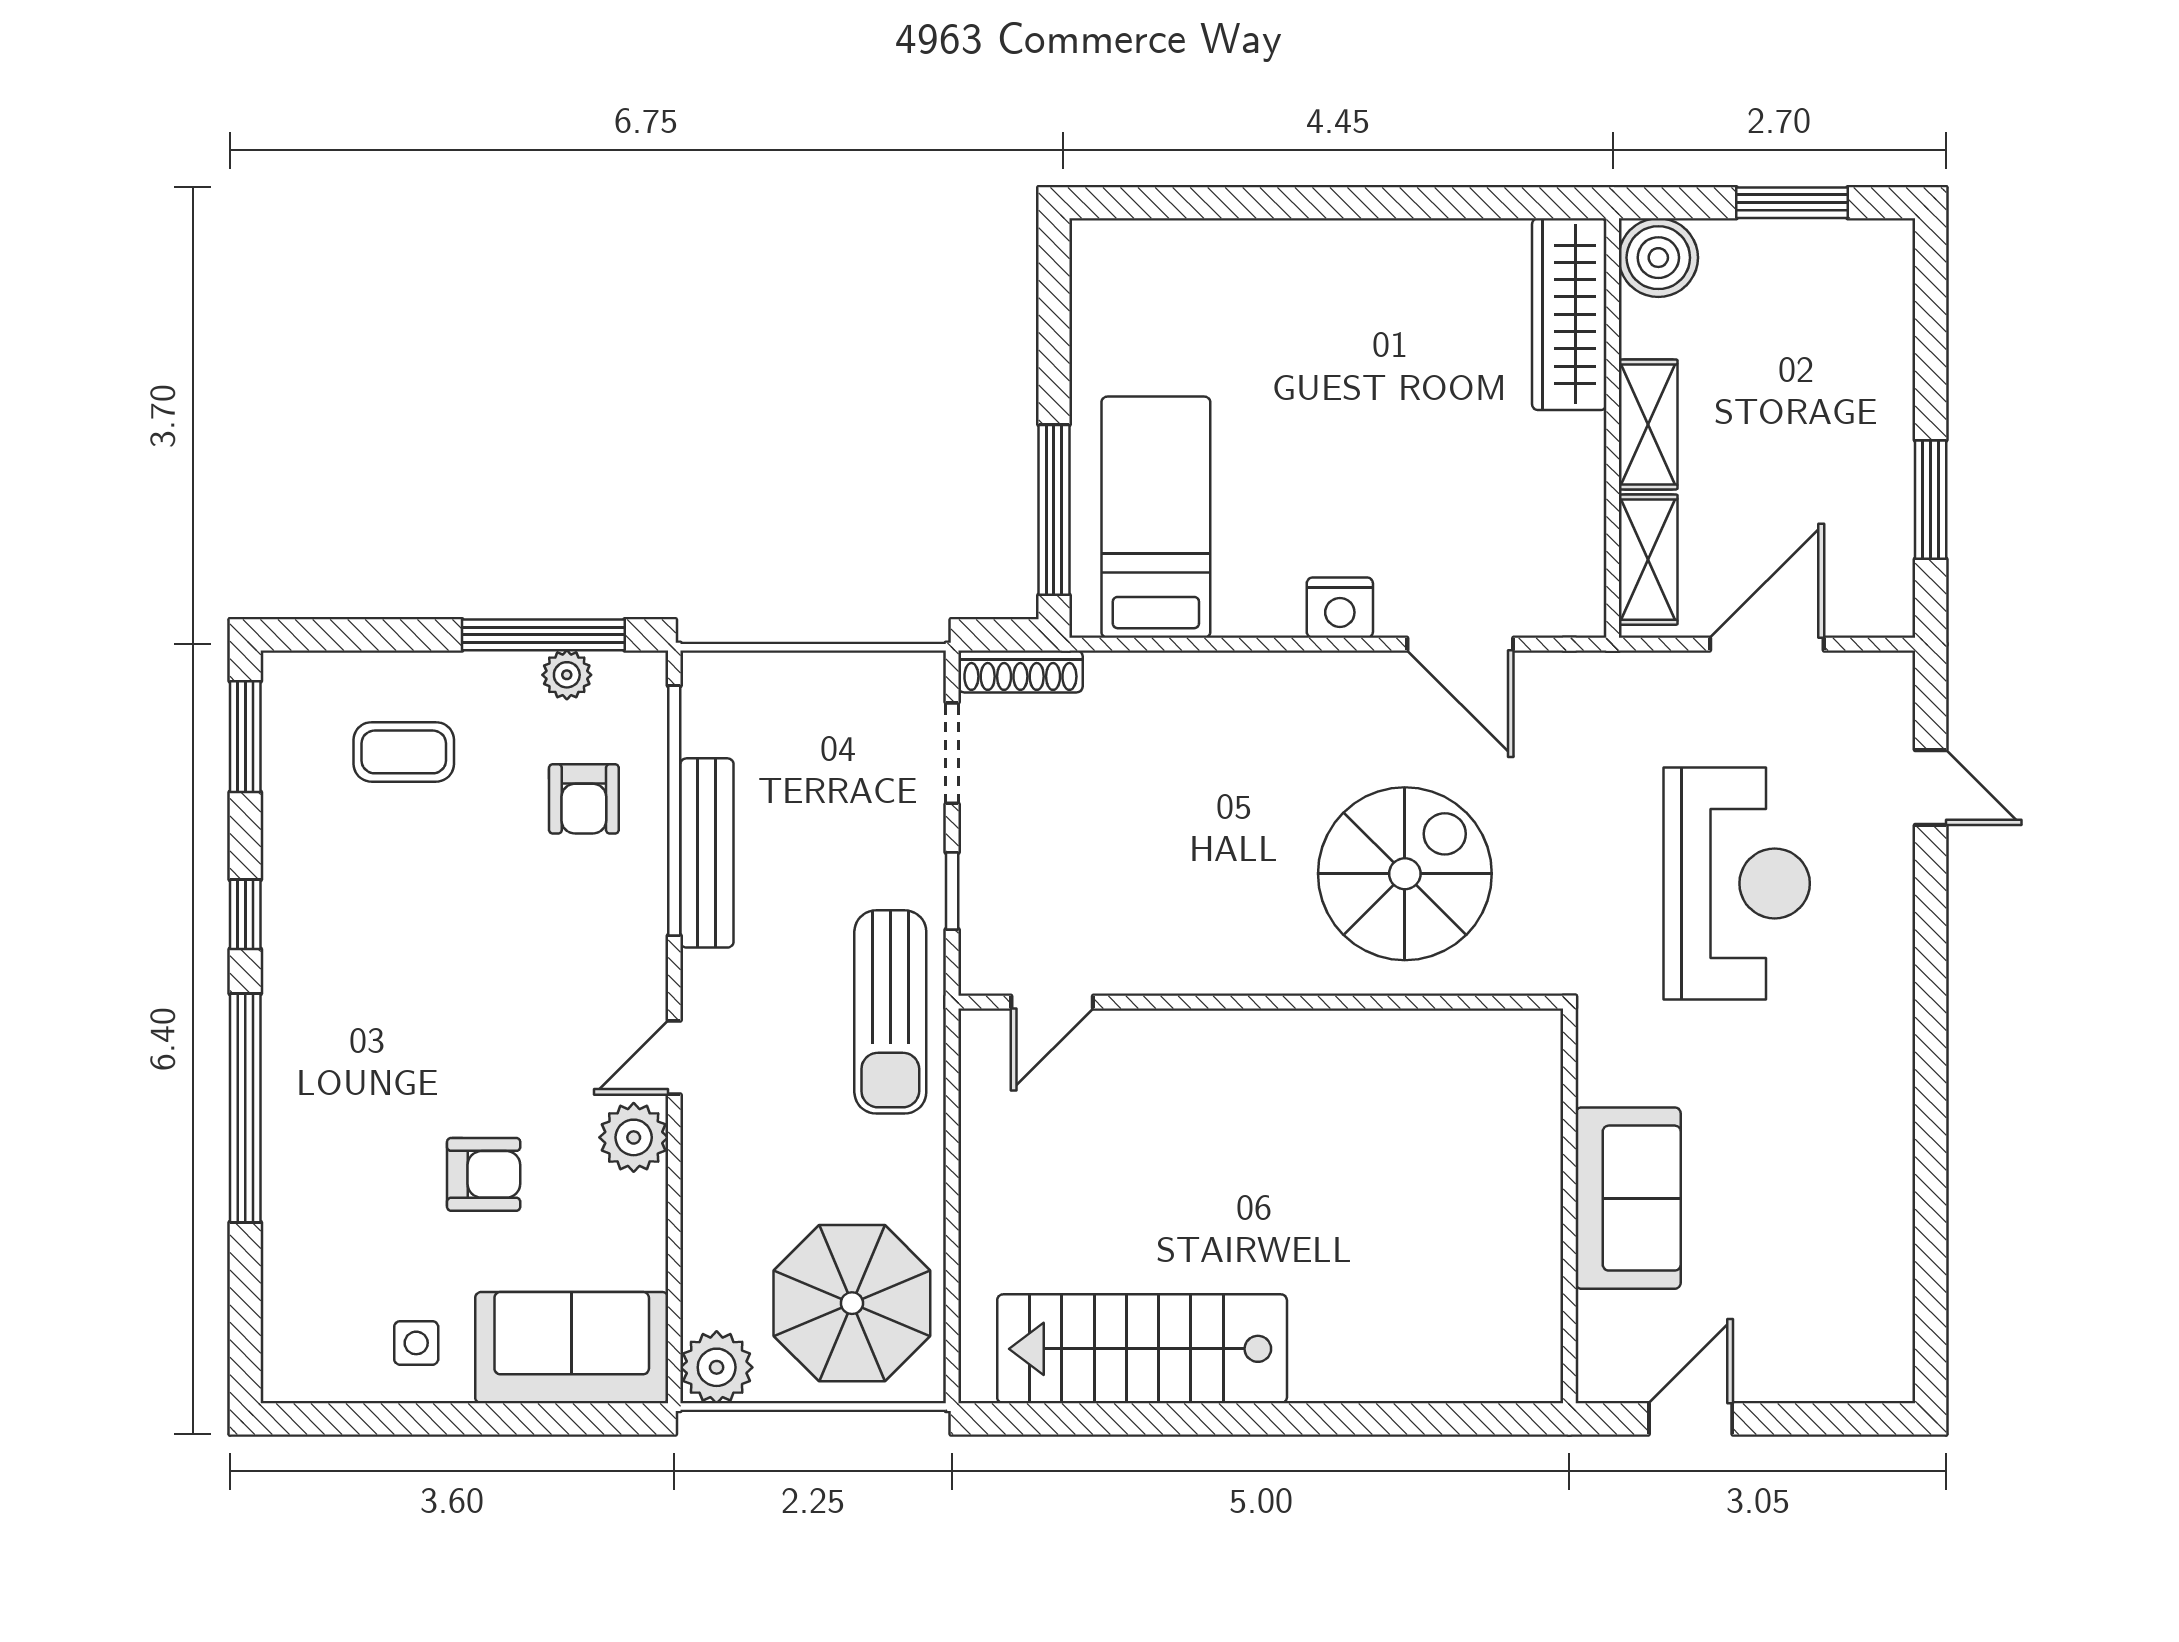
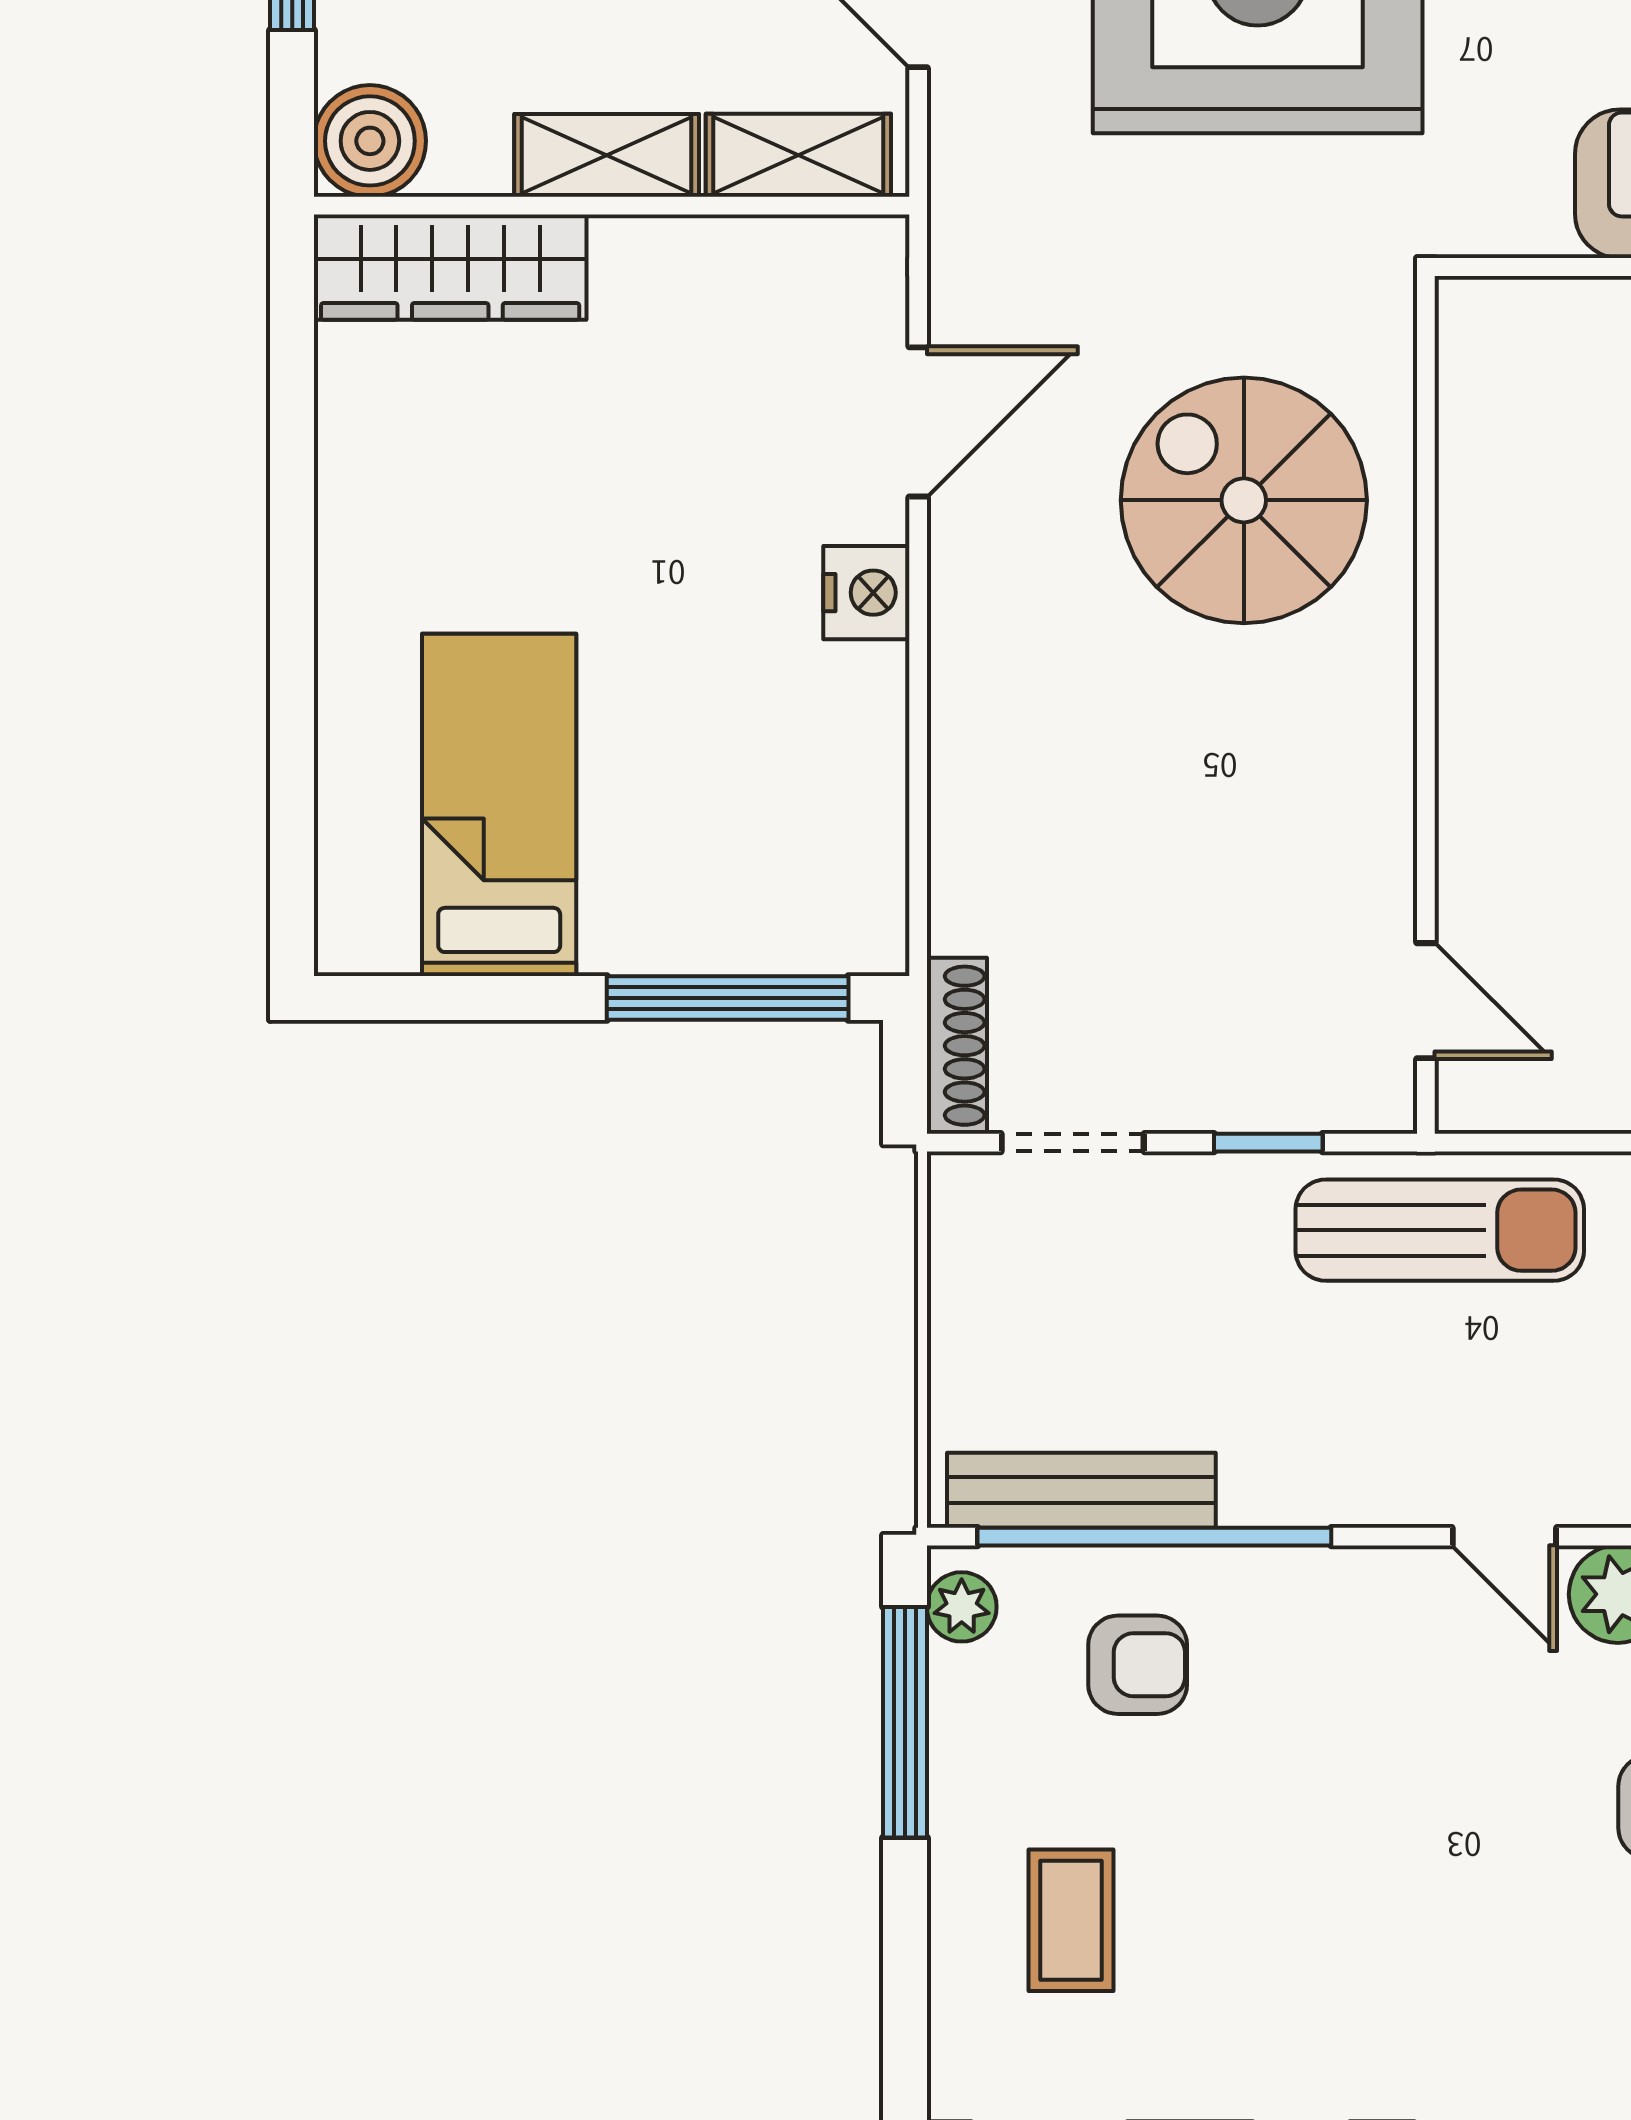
bed: (1156, 517) -> (499, 805), moved, turned 90
plant: (567, 675) -> (962, 1607), moved
bench: (707, 853) -> (1081, 1490), moved

